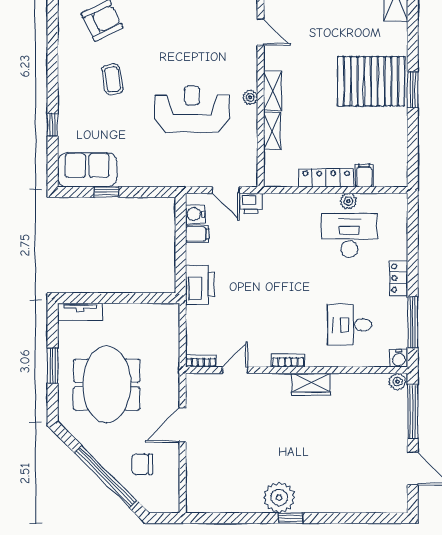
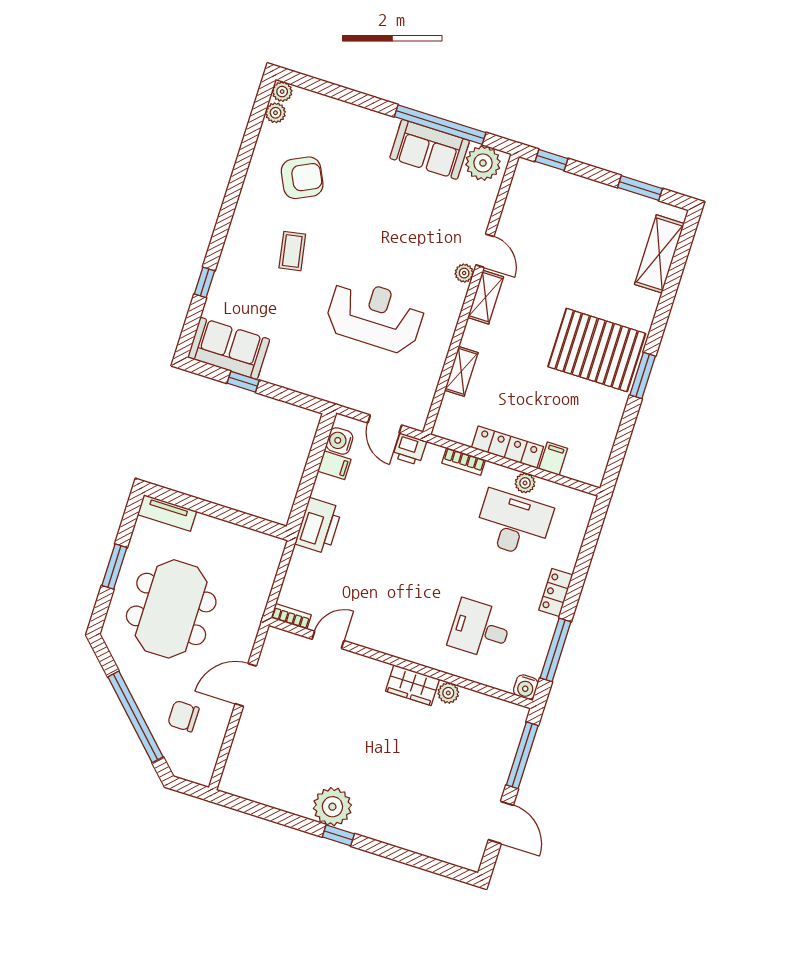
shelving: (273, 91) -> (486, 297), moved
plant: (250, 97) -> (464, 273), moved
bookcase: (288, 360) -> (464, 462), moved, turned 180
plant: (398, 382) -> (448, 693), moved

